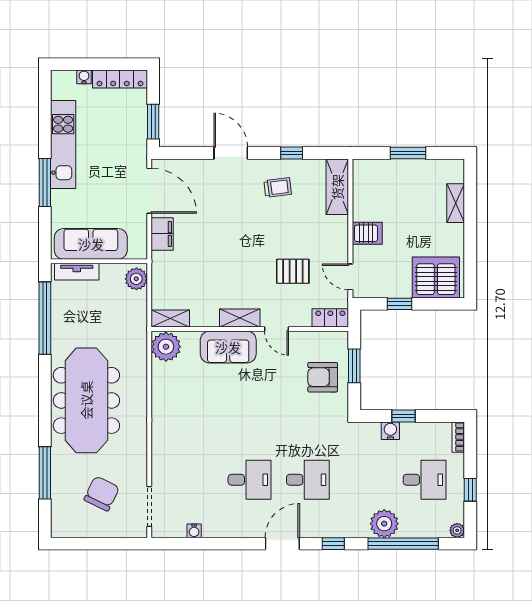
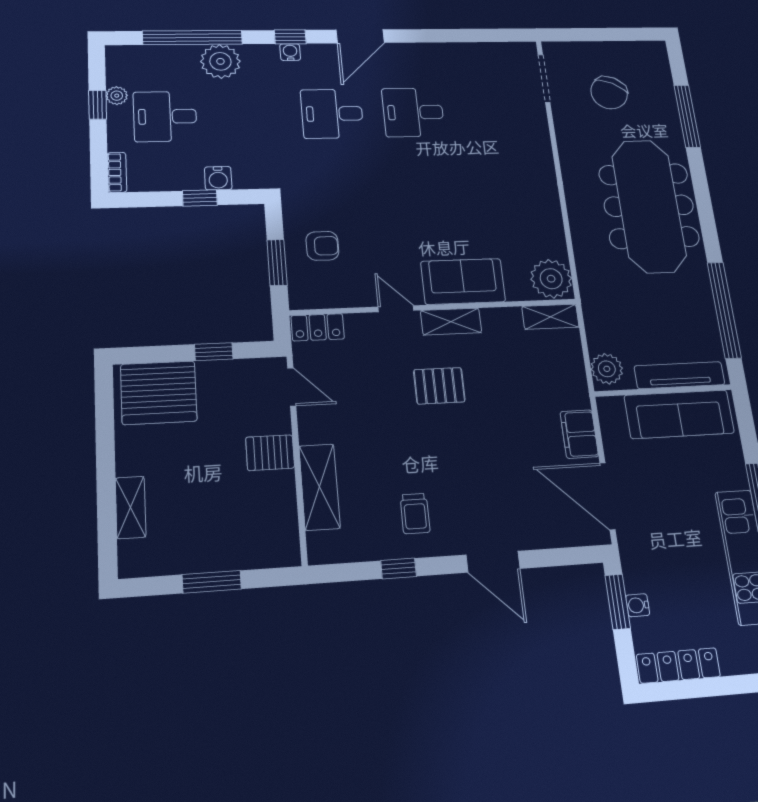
water cooler: (84, 77) -> (638, 605), moved, turned 90
trolley: (278, 187) -> (415, 514), turned -83
shelving: (337, 187) -> (320, 487), moved
pallet: (293, 271) -> (439, 386), moved
tv unit: (77, 272) -> (679, 375), width x1.41
armchair: (323, 377) -> (322, 246), width x0.72, depth x0.72
plant: (457, 530) -> (117, 96), moved
water cooler: (194, 531) -> (290, 52), moved

